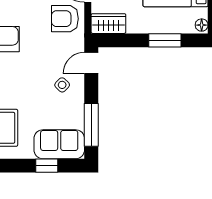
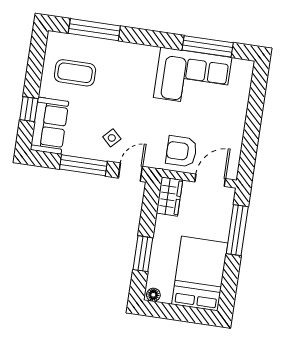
armchair: (65, 19) -> (181, 151), turned -90
door: (91, 63) -> (130, 172), hinge flipped
window: (91, 125) -> (83, 165), moved

